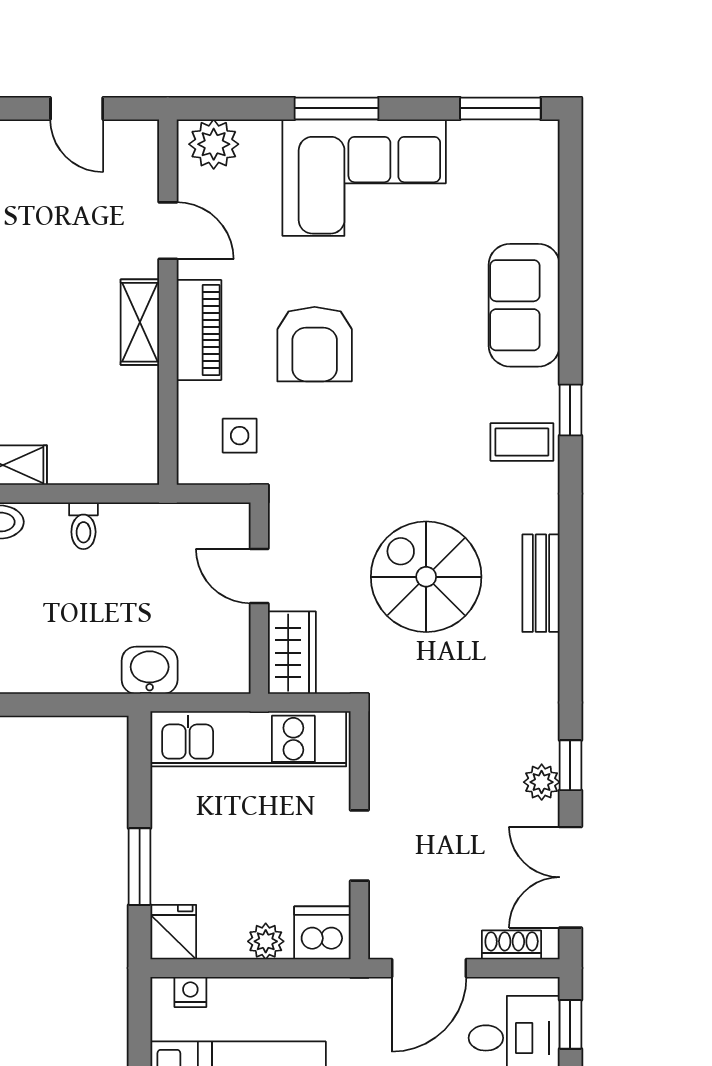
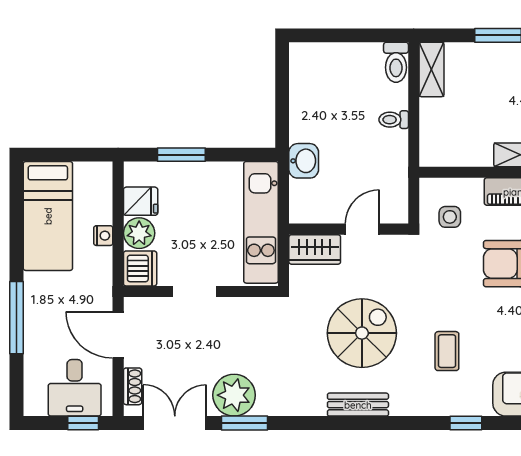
coffee table: (522, 442) -> (447, 351), moved
window: (570, 765) -> (245, 423), width x1.50
plant: (542, 782) -> (234, 395), width x1.88, depth x1.88
fridge: (173, 932) -> (141, 201), moved
plant: (266, 941) -> (139, 233), width x1.38, depth x1.38
nightstand: (190, 992) -> (103, 236), moved

